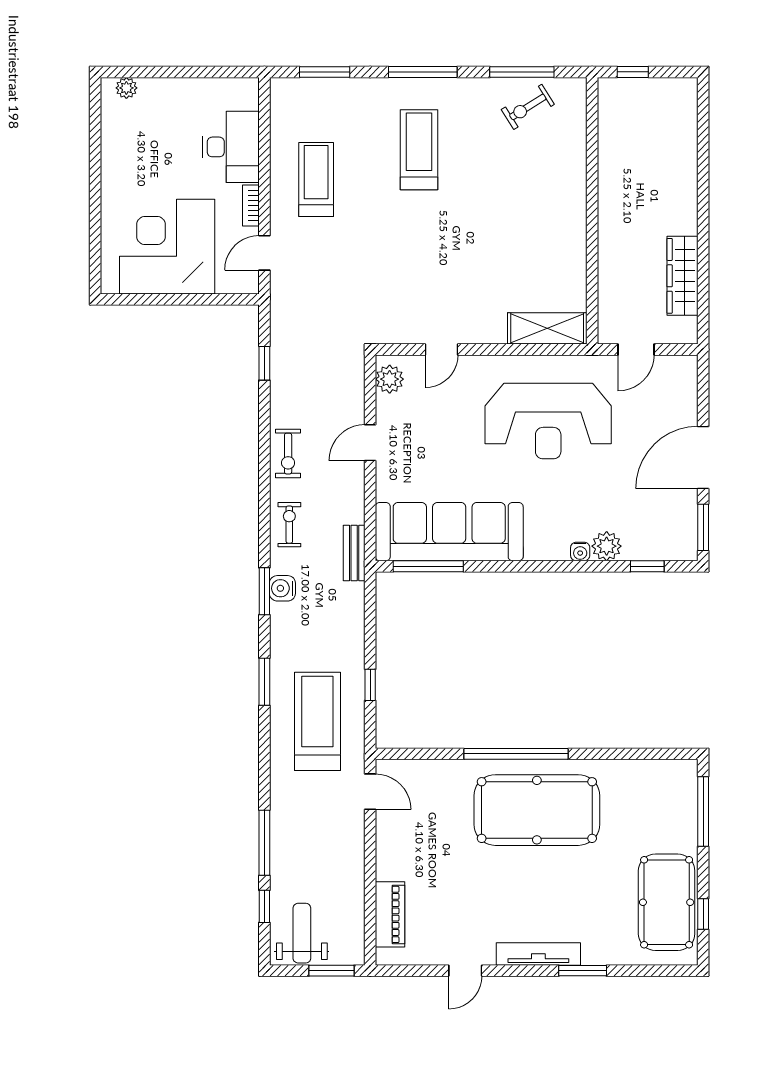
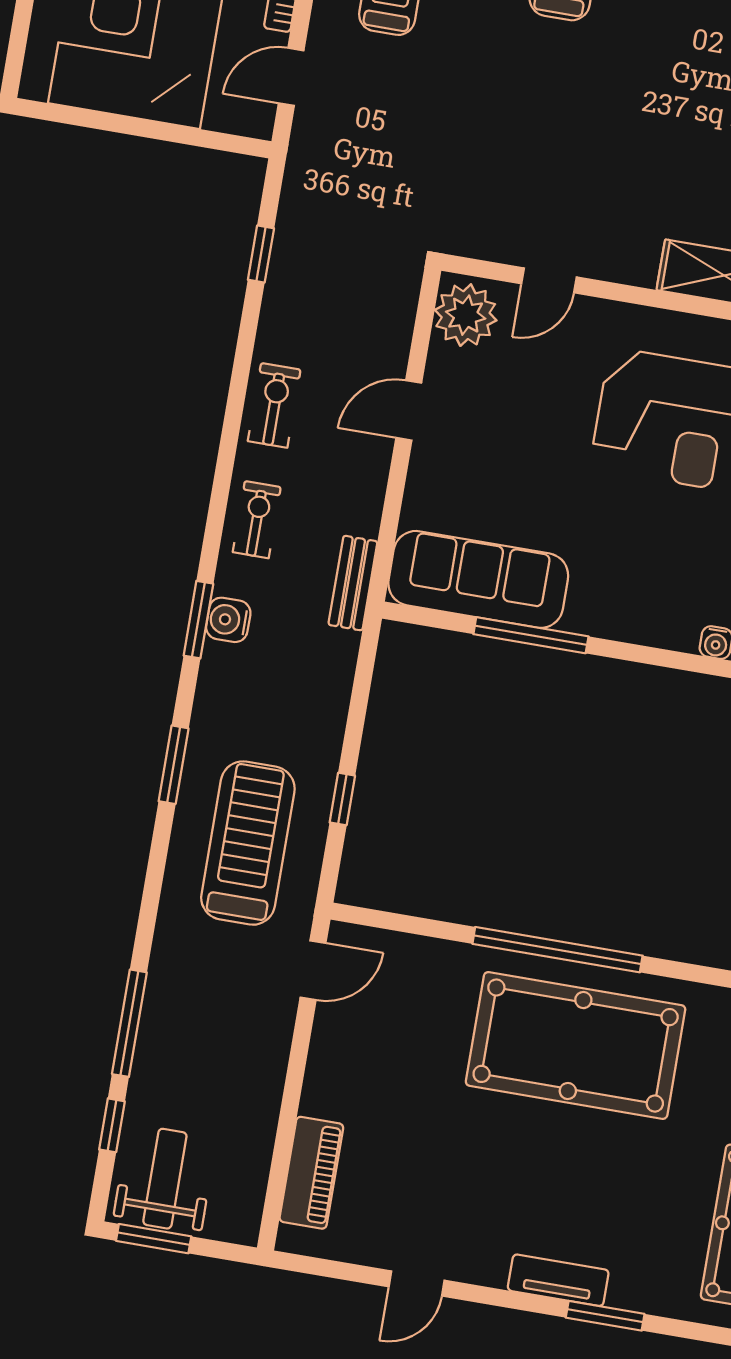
plant: (390, 379) -> (466, 315), width x1.36, depth x1.36
exercise bike: (288, 454) -> (274, 405), turned 180
sofa: (449, 532) -> (478, 579), width x0.74, depth x0.79
window: (428, 566) -> (531, 635), moved
door: (370, 792) -> (313, 970), hinge flipped
tv unit: (538, 954) -> (558, 1280), width x0.71
window: (331, 971) -> (154, 1239), moved

